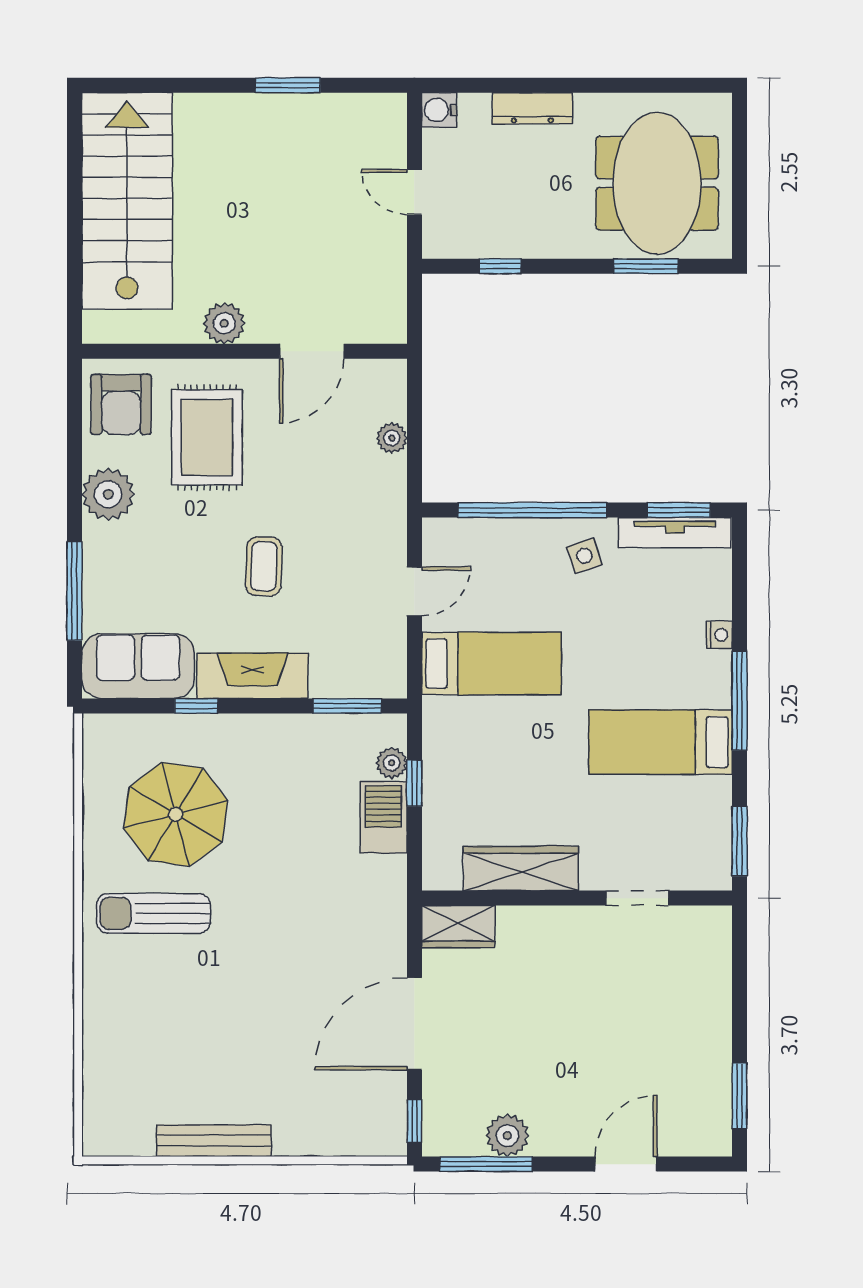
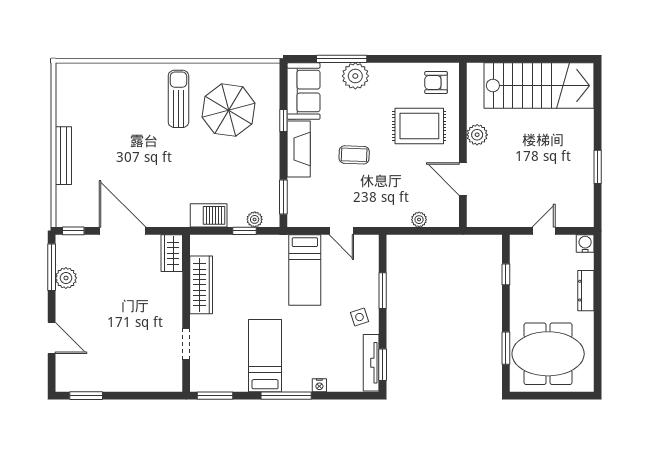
armchair: (121, 404) -> (436, 82), width x0.72, depth x0.72
plant: (108, 494) -> (355, 76), moved
window: (532, 510) -> (383, 291), width x0.47
barbecue: (384, 817) -> (209, 215), moved
bench: (214, 1141) -> (63, 156), moved

